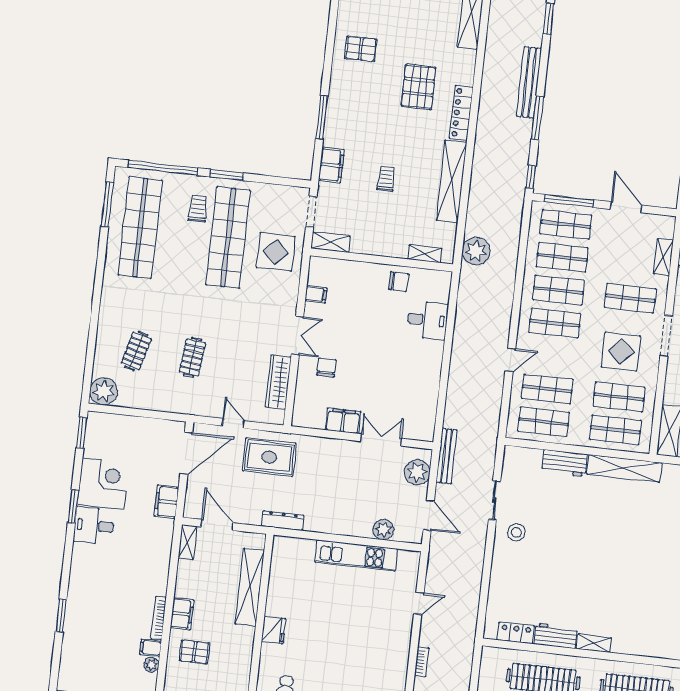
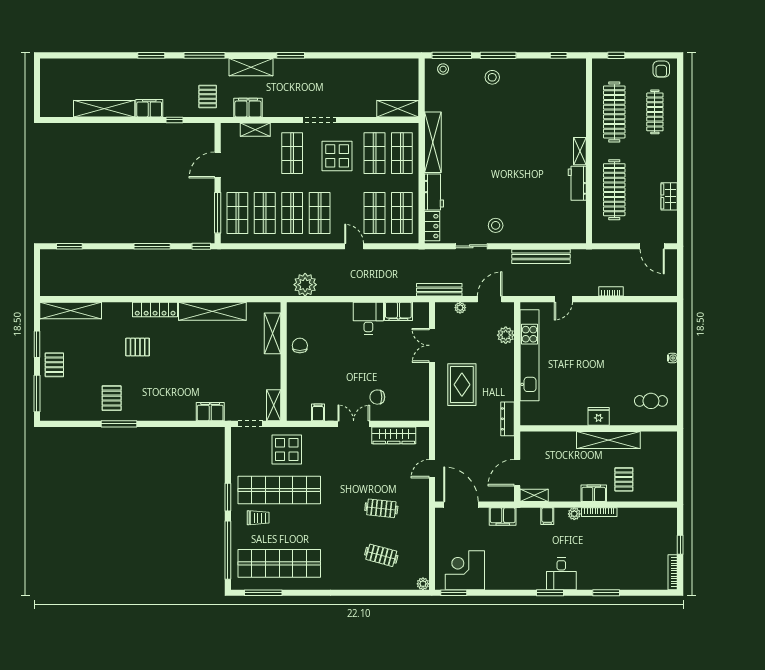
bench: (529, 82) -> (541, 256), moved
pallet: (419, 87) -> (138, 347), width x0.67, depth x0.71
window: (322, 117) -> (119, 424), moved
trolley: (386, 179) -> (216, 365), removed
trolley: (198, 208) -> (258, 518), turned 180
plant: (476, 251) -> (305, 285), moved
shelving: (425, 254) -> (273, 333), width x1.50, depth x1.33
desk: (427, 320) -> (368, 318), moved
plant: (104, 391) -> (423, 584), width x0.53, depth x0.53
filing cabinet: (343, 421) -> (398, 311), moved, turned -90
rug: (269, 457) -> (462, 385), moved
plant: (417, 472) -> (460, 308), width x0.53, depth x0.53
corner desk: (103, 484) -> (465, 570), moved
window: (73, 506) -> (550, 593), moved
desk: (94, 526) -> (561, 574), moved
kitchen unit: (356, 555) -> (529, 355), width x1.36
shelving: (250, 587) -> (608, 440), moved
door: (419, 604) -> (563, 299), swing flipped
locker: (516, 633) -> (432, 226), moved, turned 180
filing cabinet: (150, 648) -> (547, 516), moved
plant: (151, 665) -> (574, 514), moved

